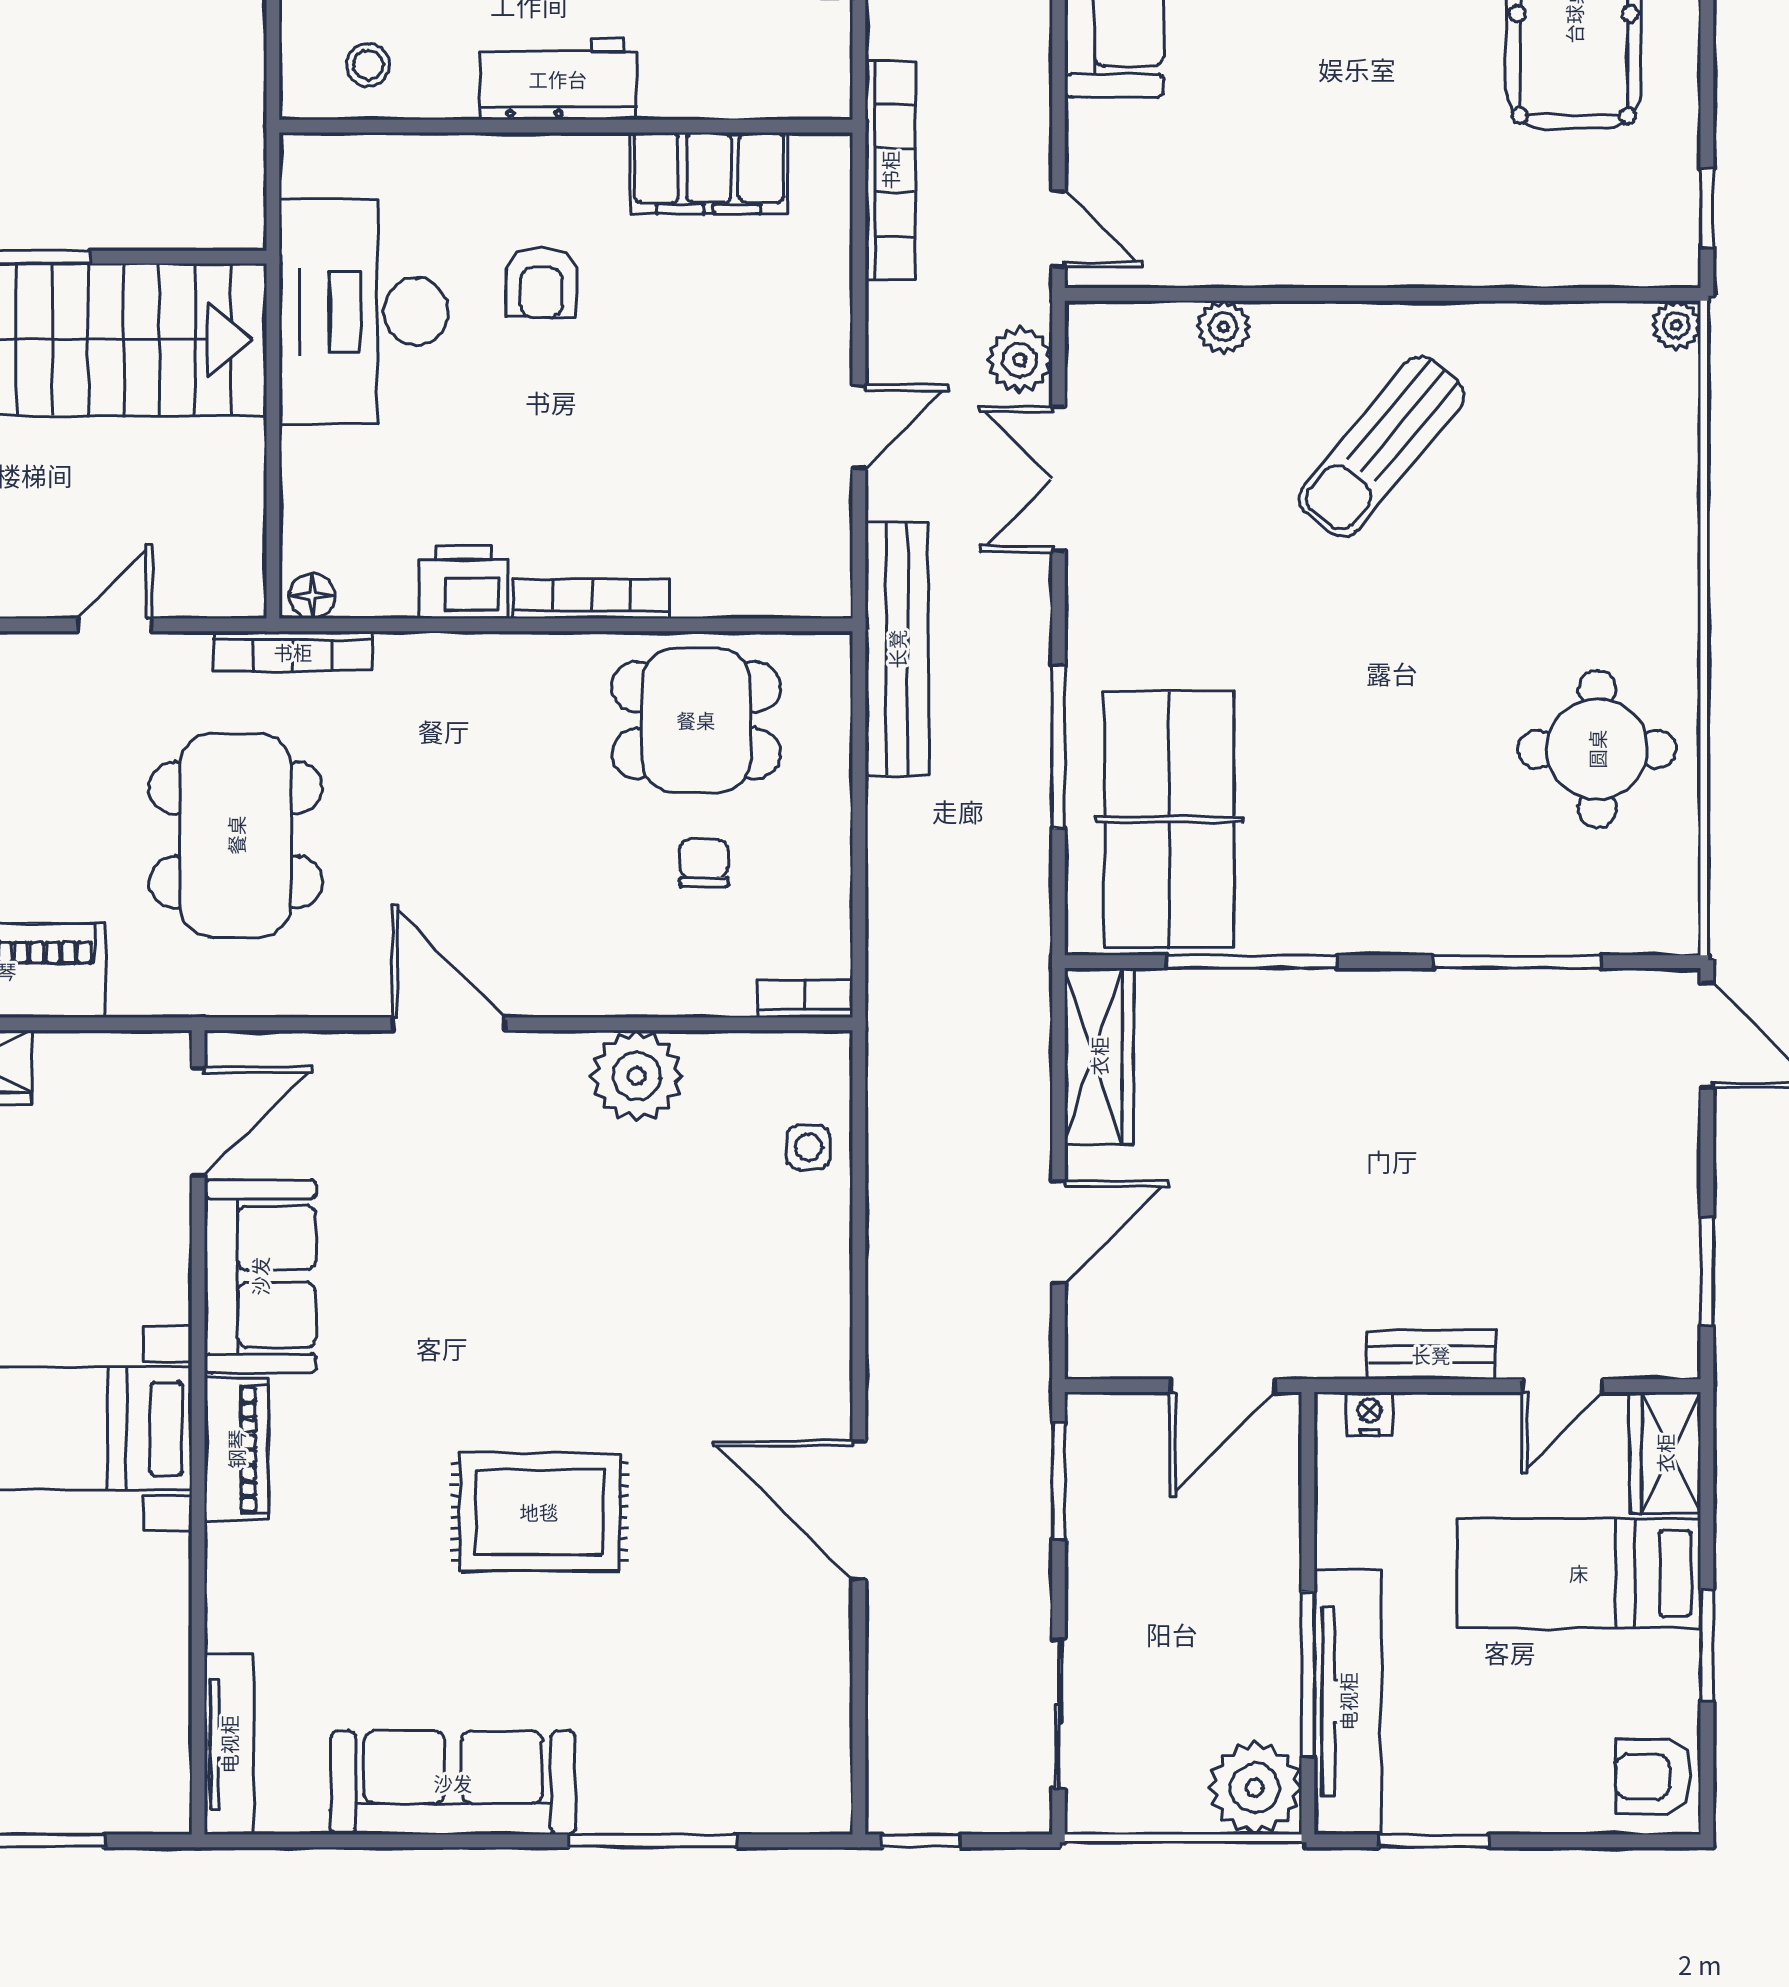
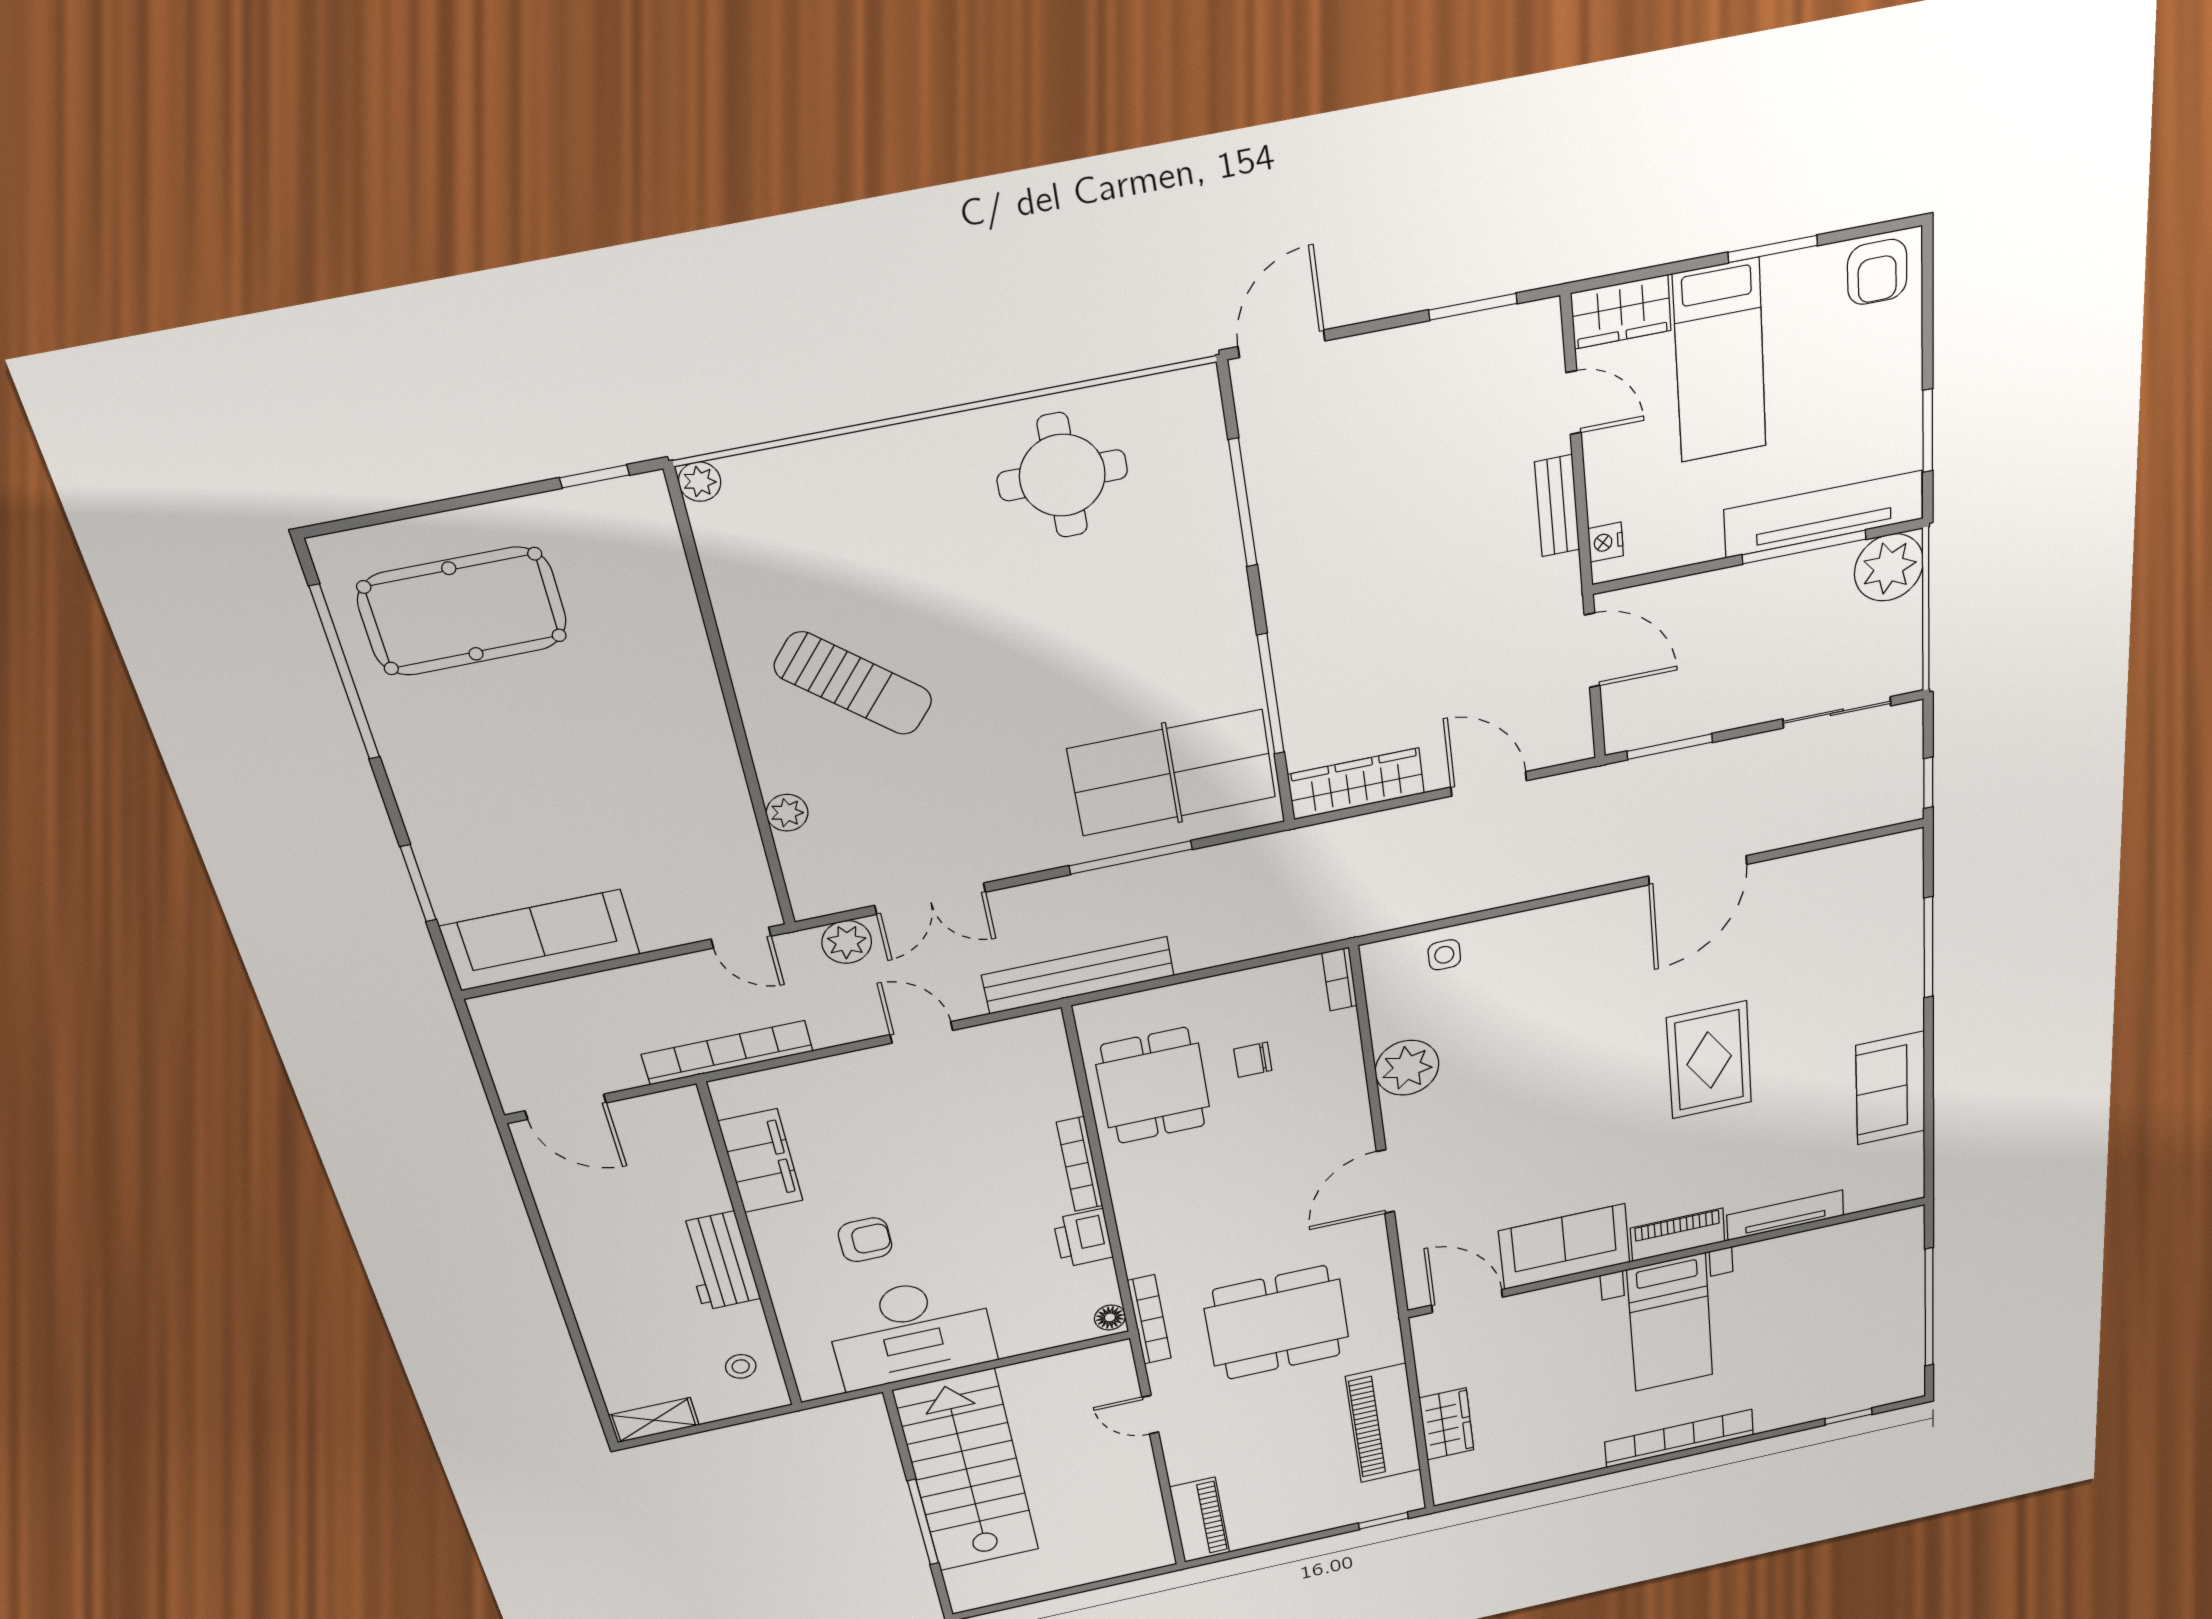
door: (1059, 229) -> (741, 938), swing flipped
tv unit: (229, 1744) -> (1785, 1215), moved
sofa: (453, 1783) -> (1891, 1088), width x0.73

